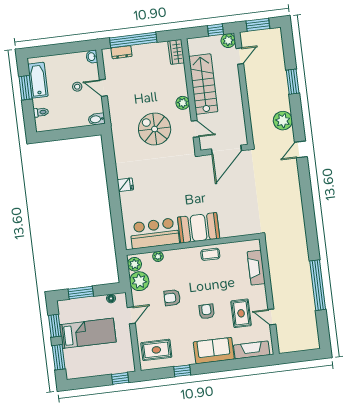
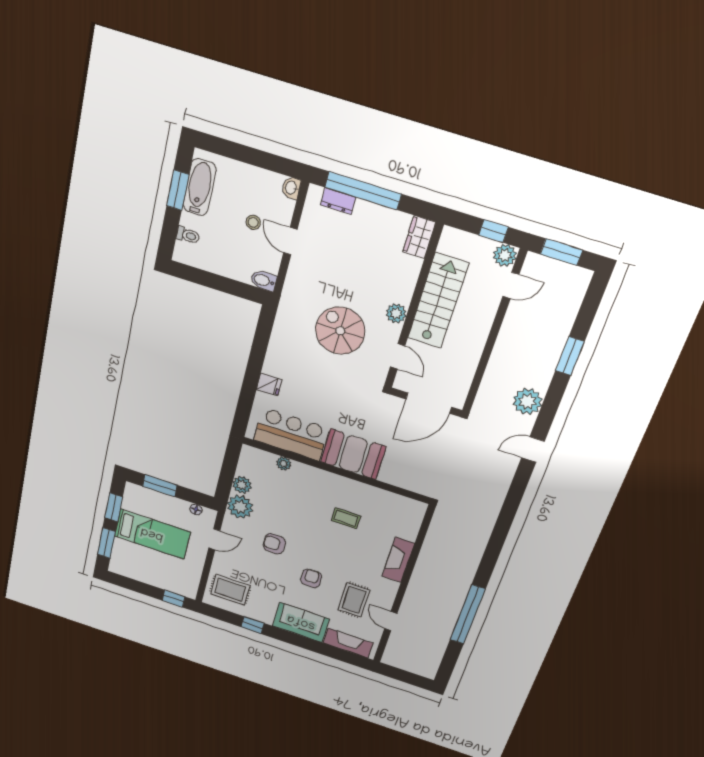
booth: (199, 228) -> (353, 454), moved
bar counter: (155, 233) -> (291, 434), moved
wall: (193, 244) -> (336, 470), moved
plant: (158, 256) -> (284, 464), moved

